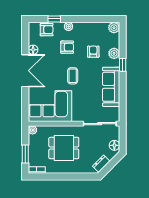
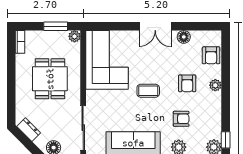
window: (54, 19) -> (226, 140), moved
double door: (25, 71) -> (155, 26), width x0.73
window: (25, 154) -> (56, 26), moved

